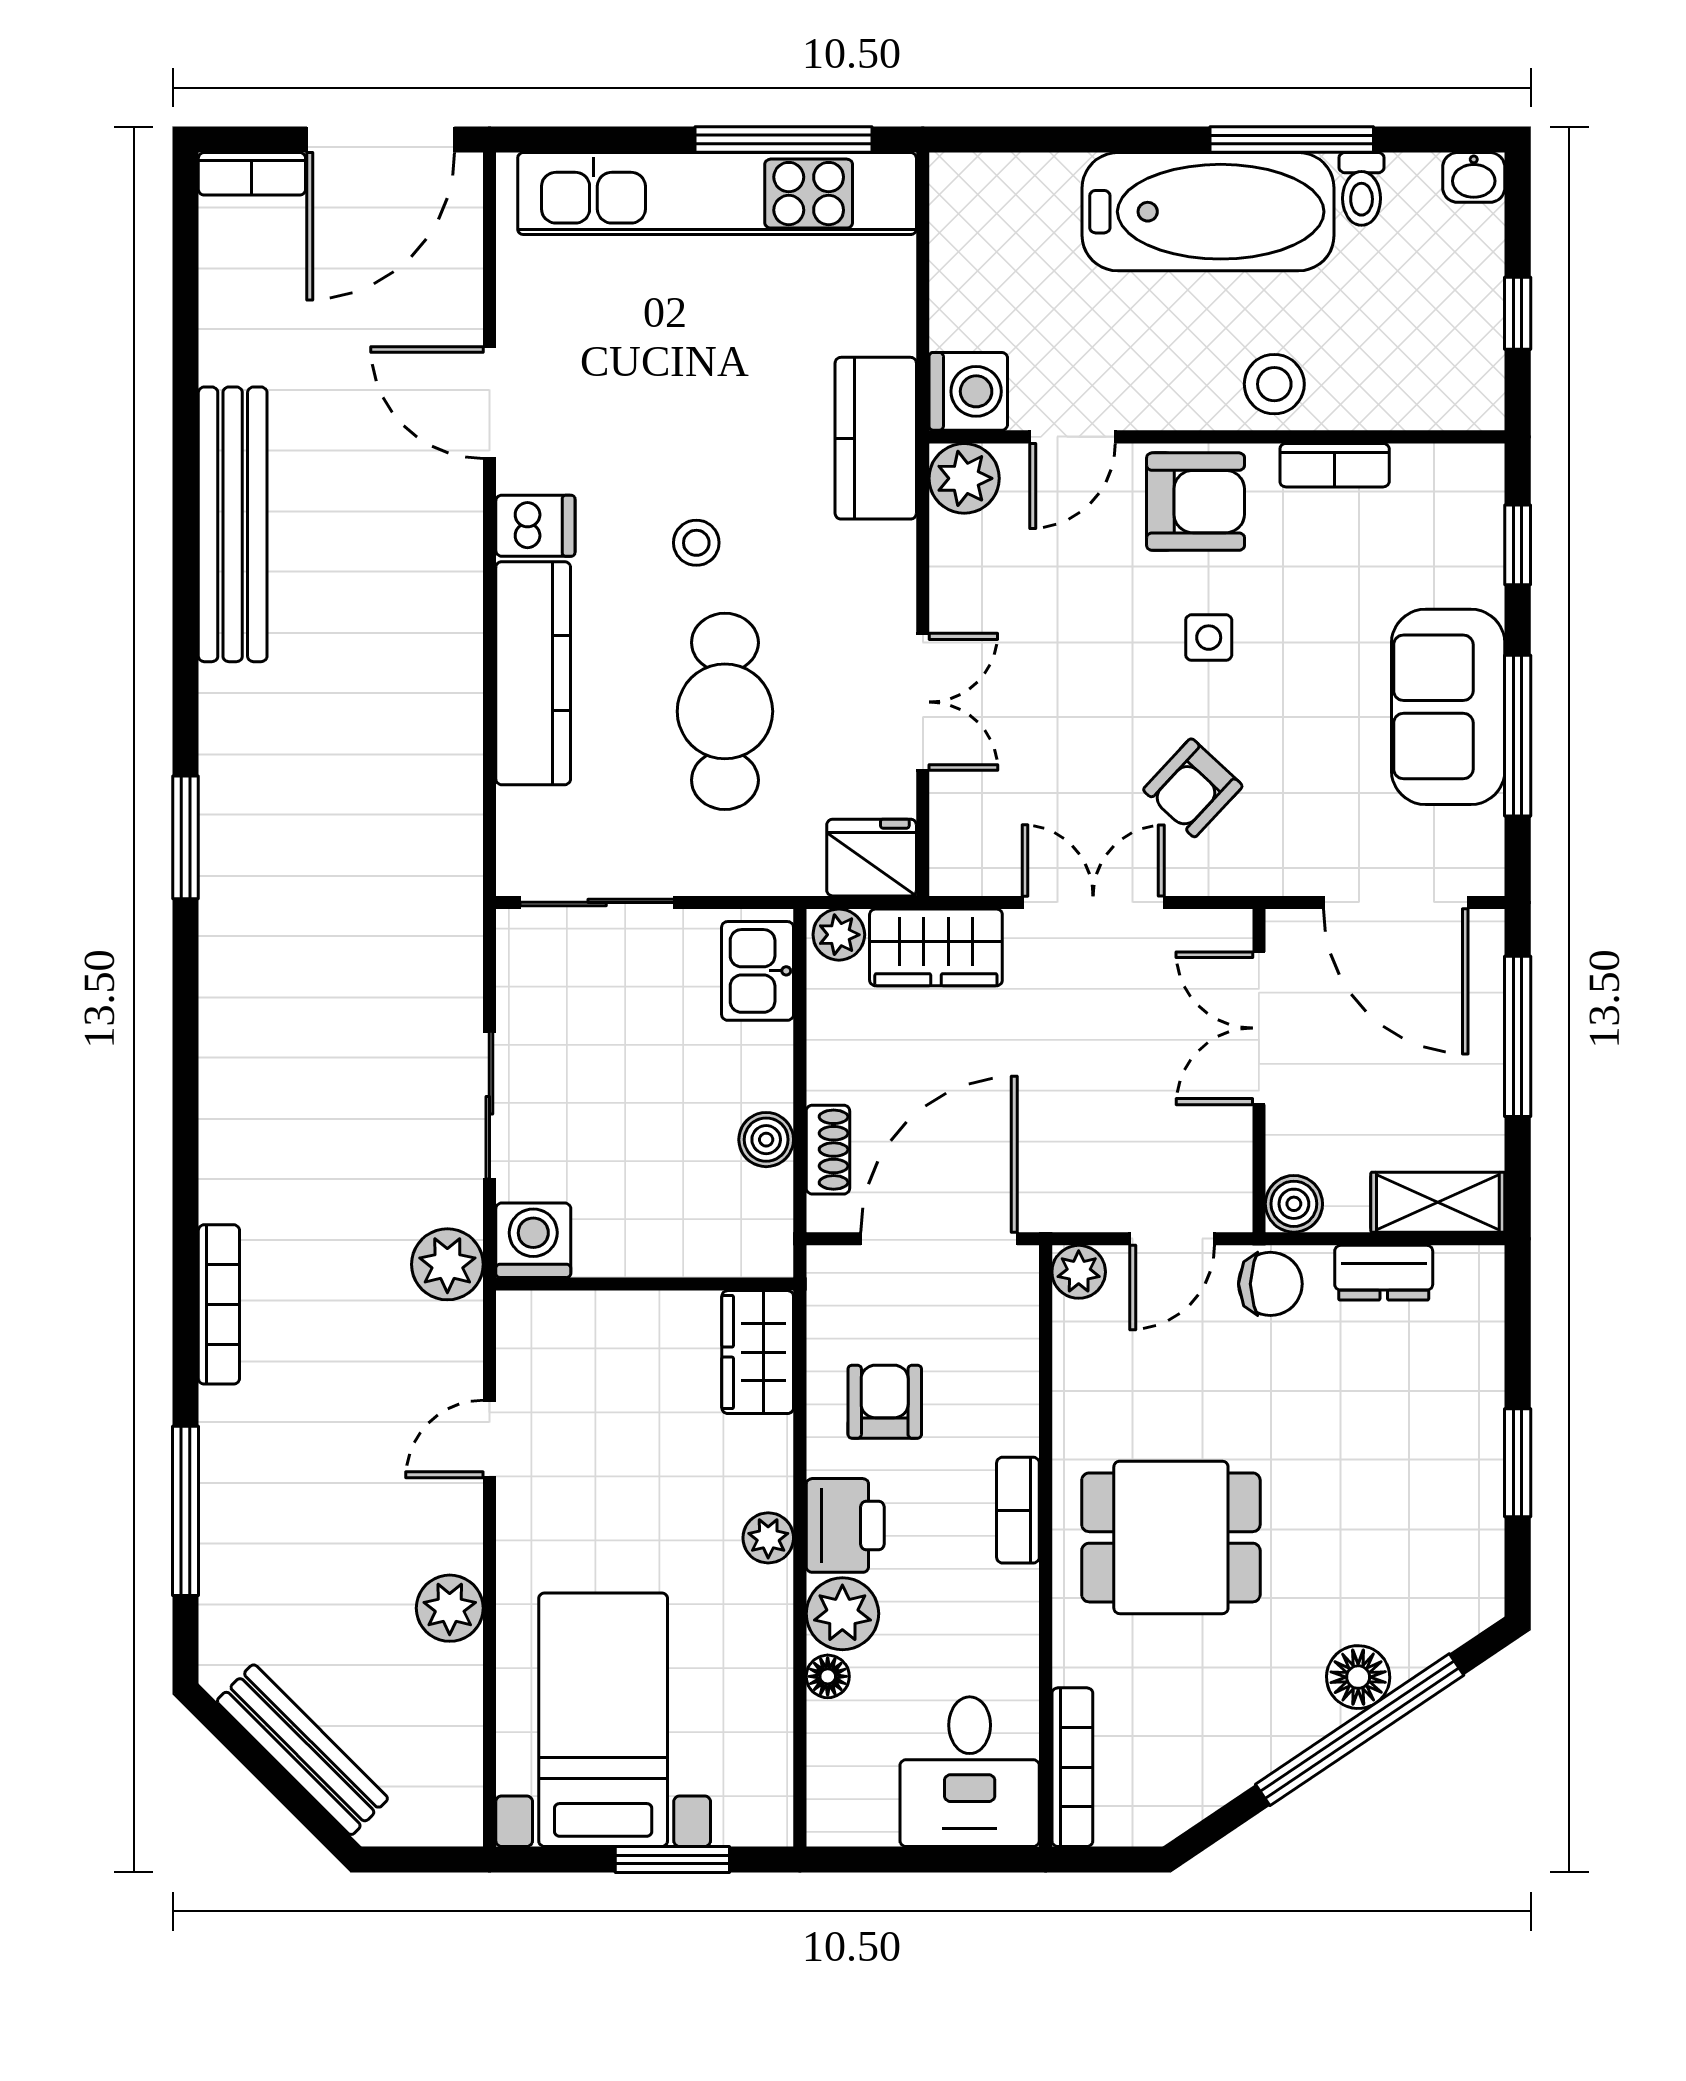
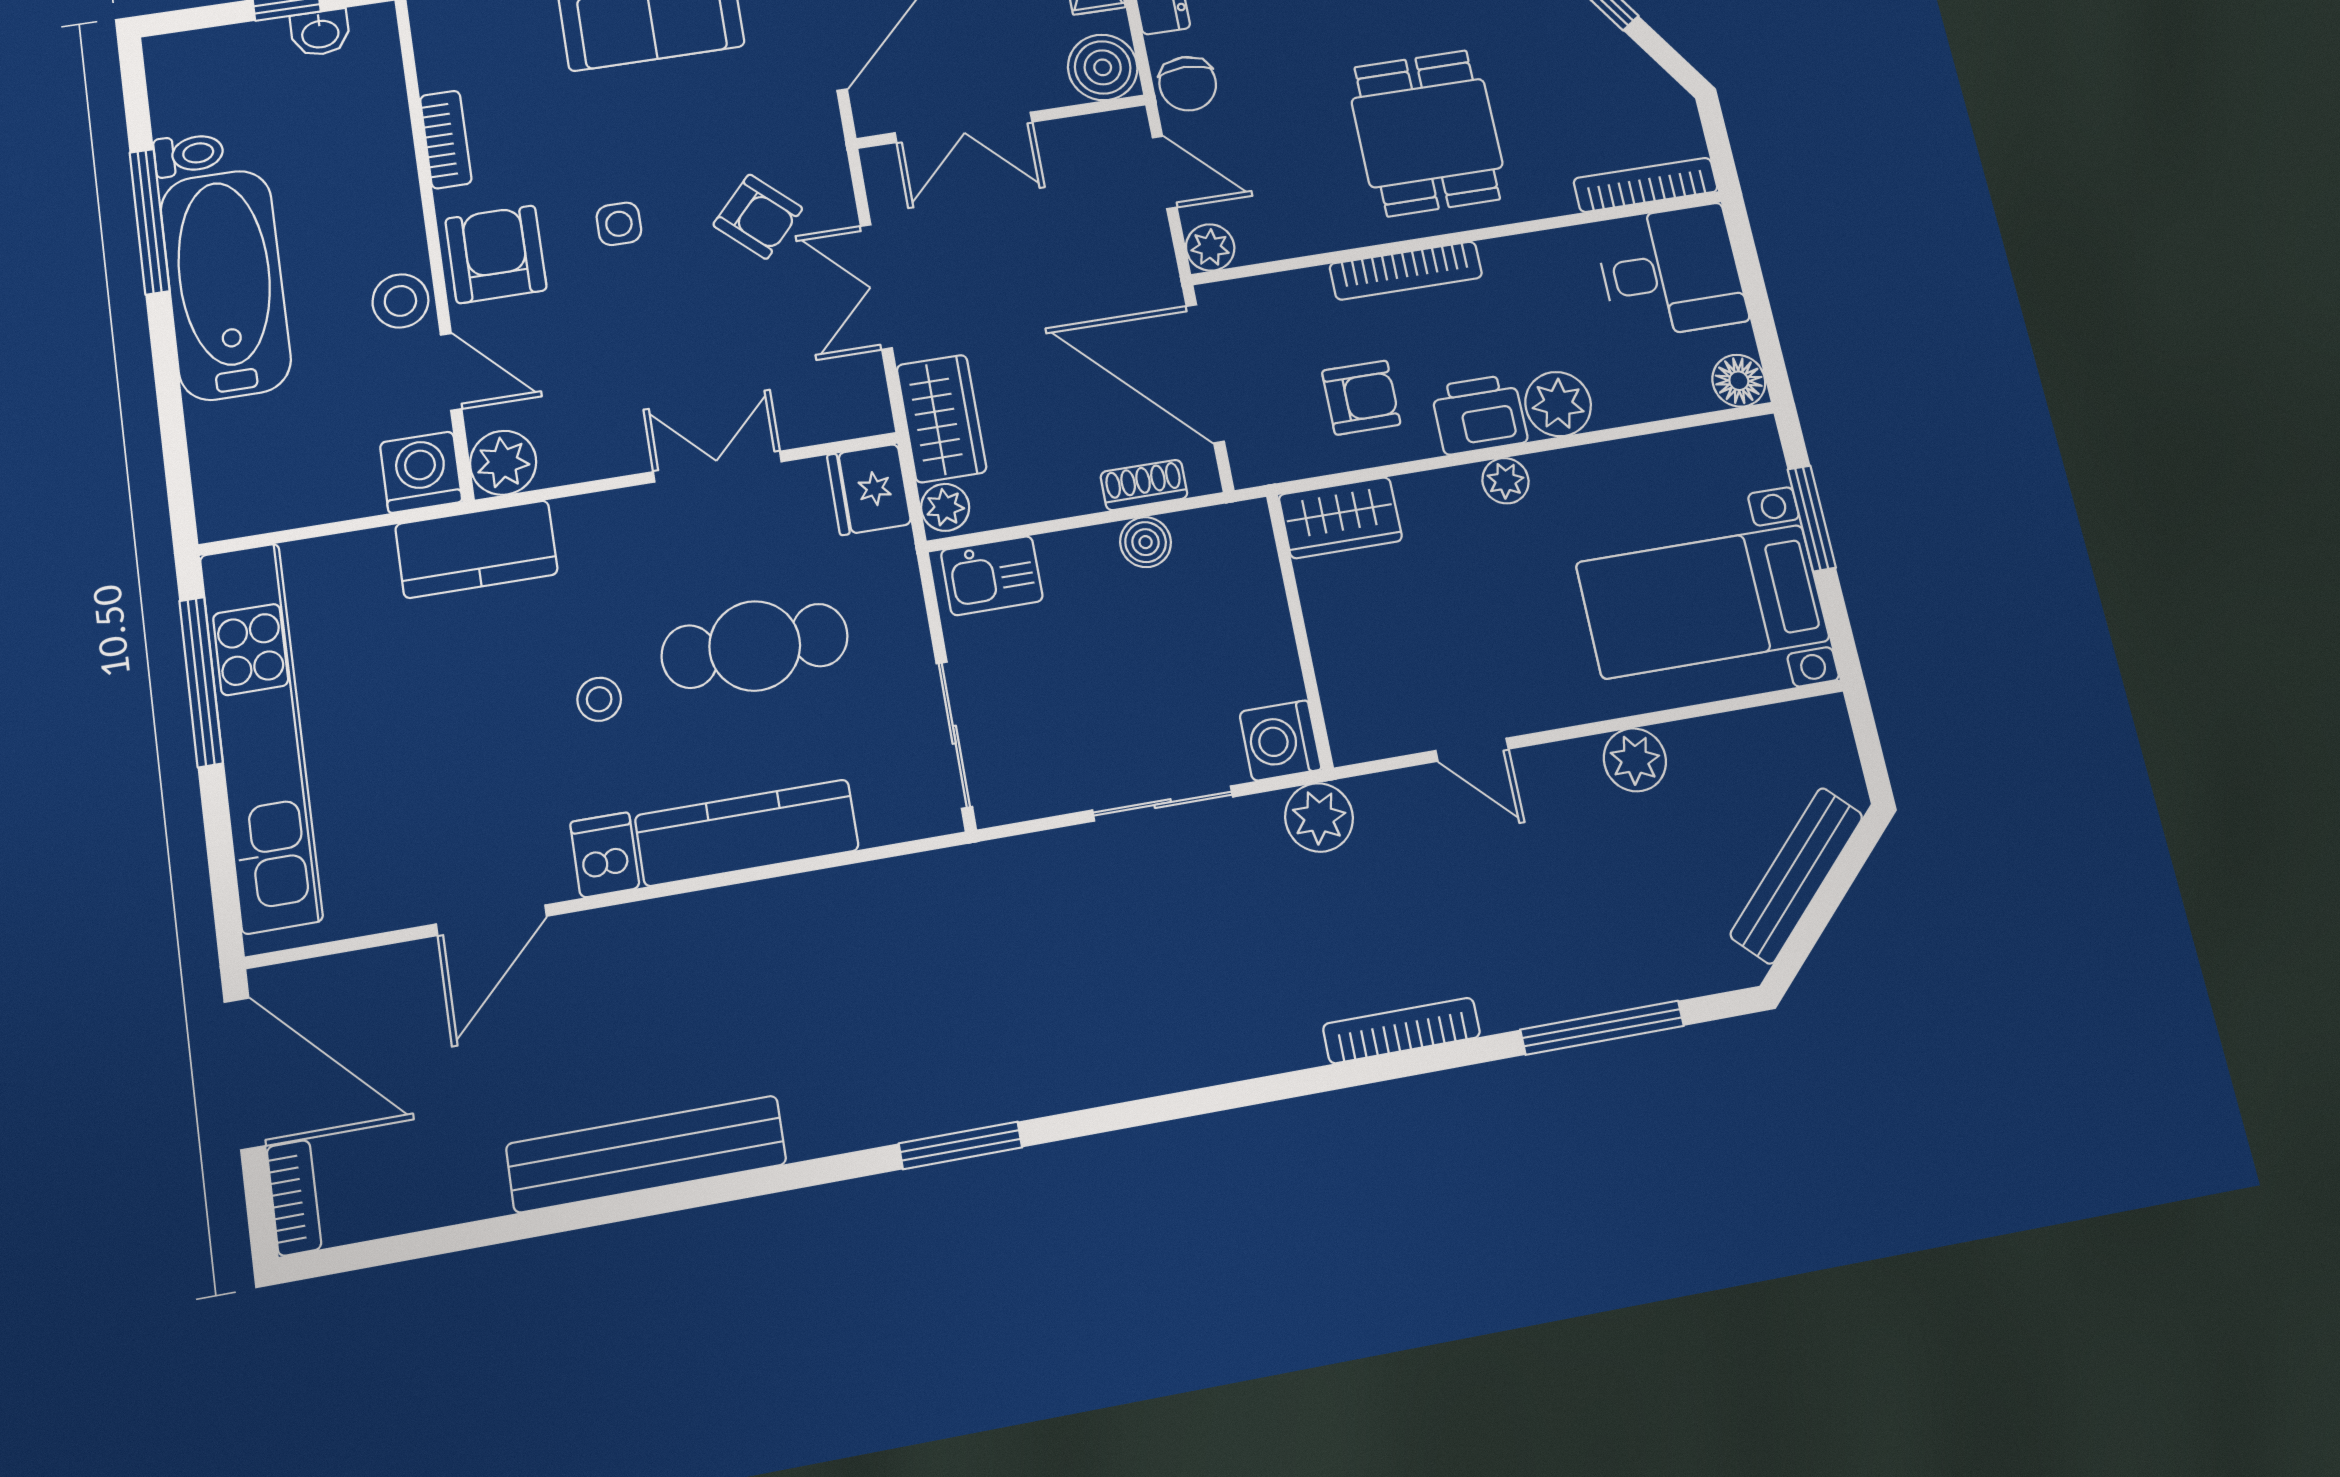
washbasin: (1474, 177) -> (320, 33), moved, turned 90
stool: (1274, 384) -> (400, 301), moved
boiler: (1294, 1204) -> (1103, 67), width x1.36, depth x1.36
chair: (1270, 1284) -> (1188, 84), turned 180
armchair: (885, 1402) -> (1361, 398), turned 180
bookcase: (1018, 1510) -> (1406, 271), width x1.56
floor lamp: (828, 1676) -> (1739, 381), moved, width x1.37, depth x1.37

